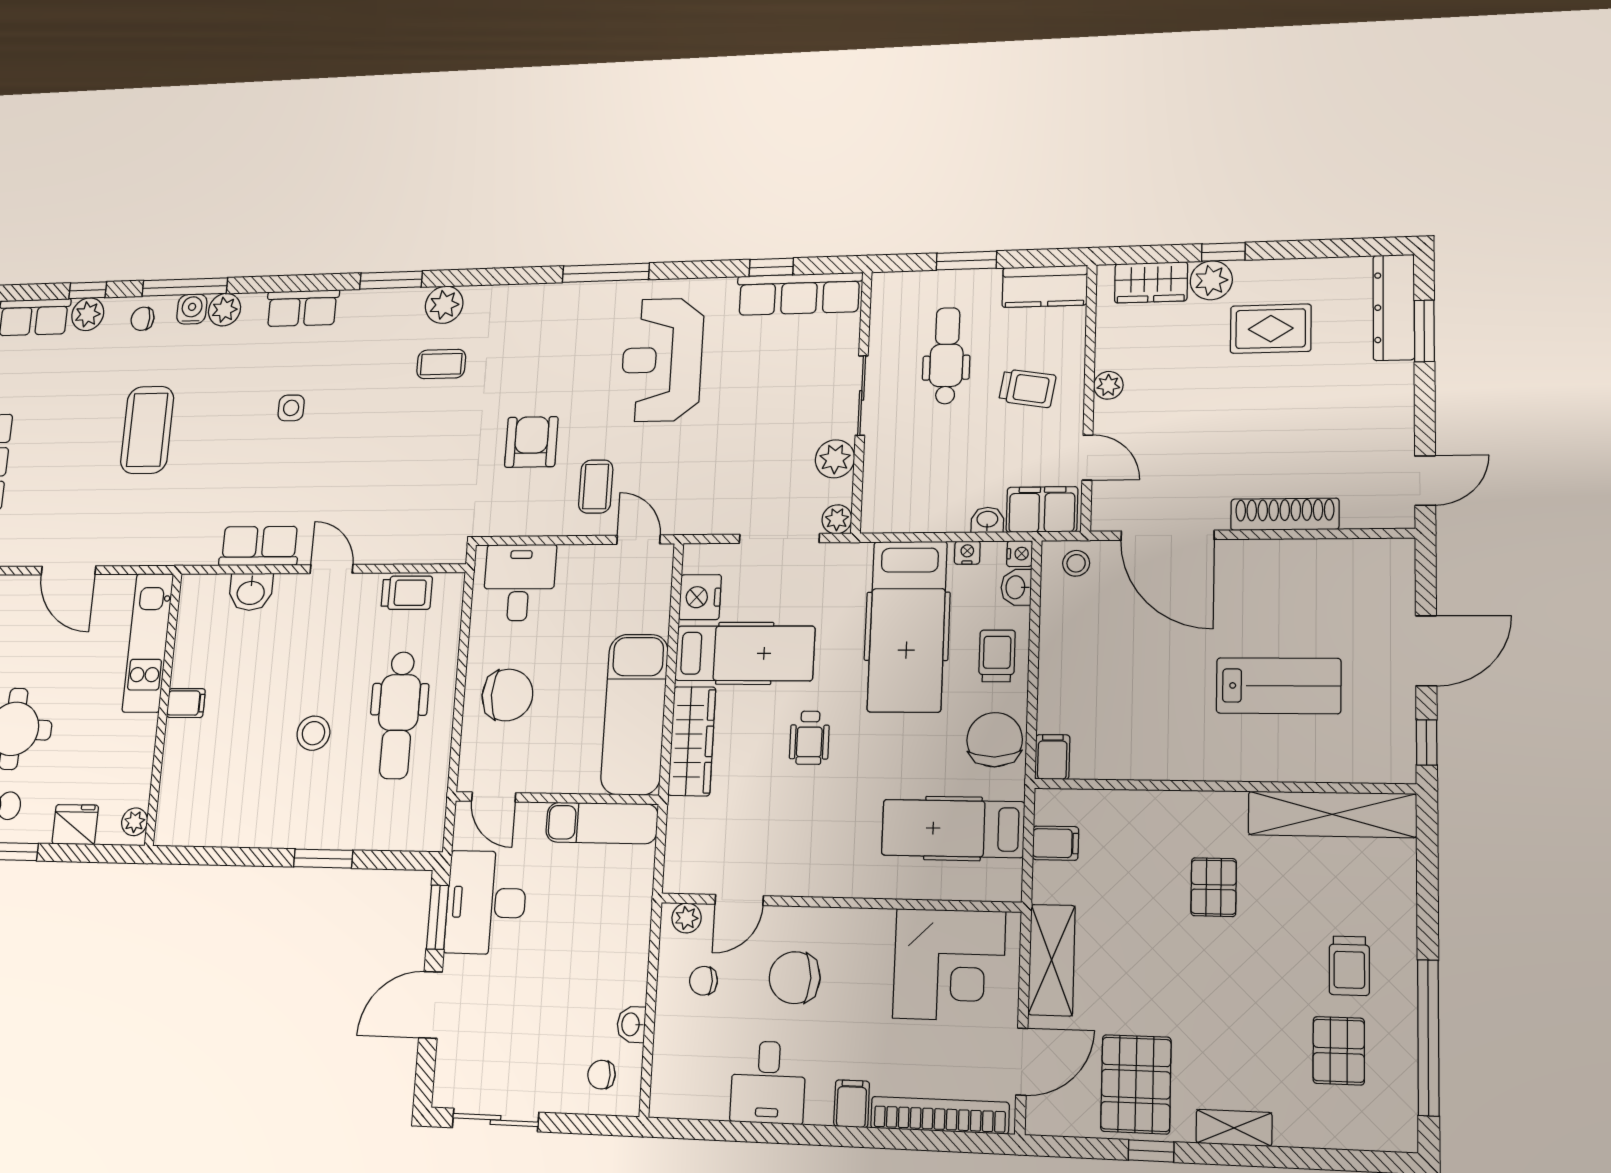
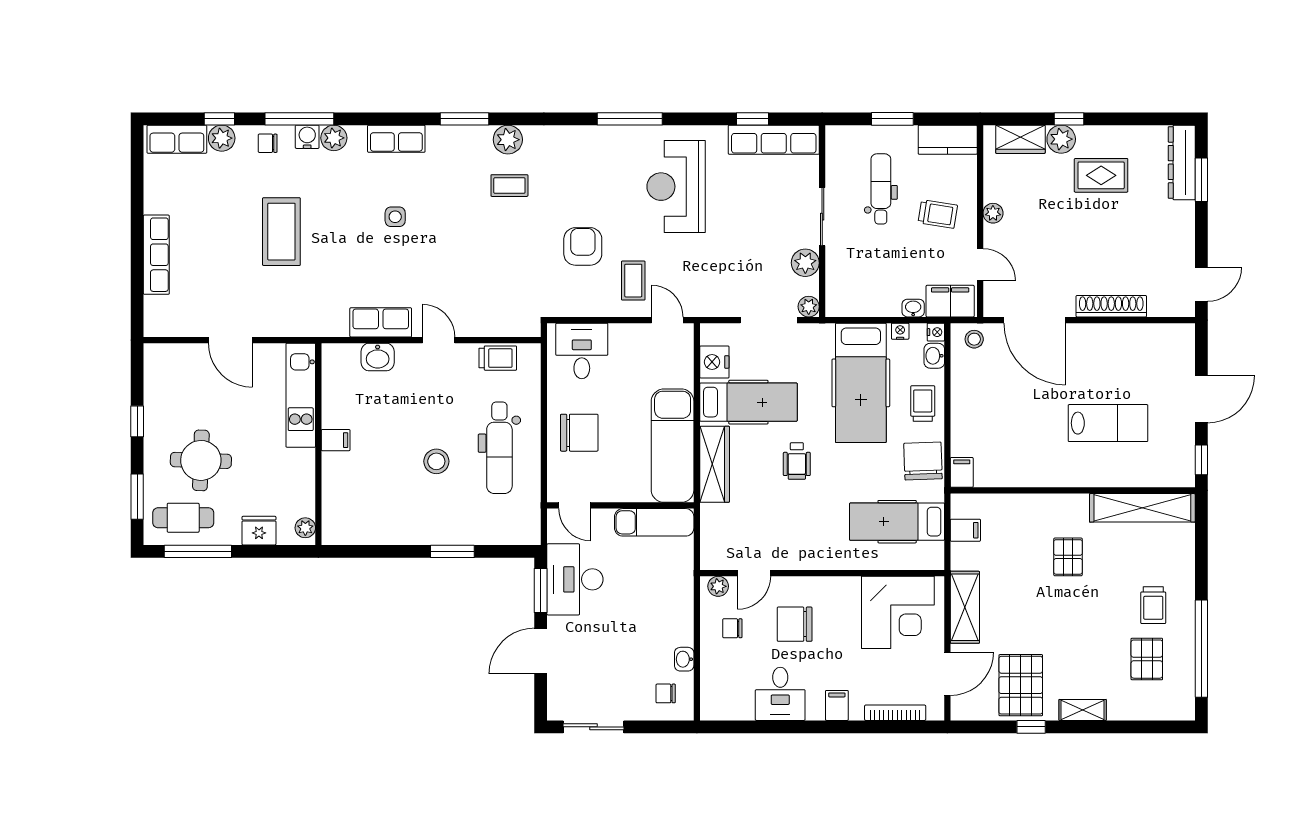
bookcase: (940, 1115) -> (895, 713), width x0.68, depth x0.76

